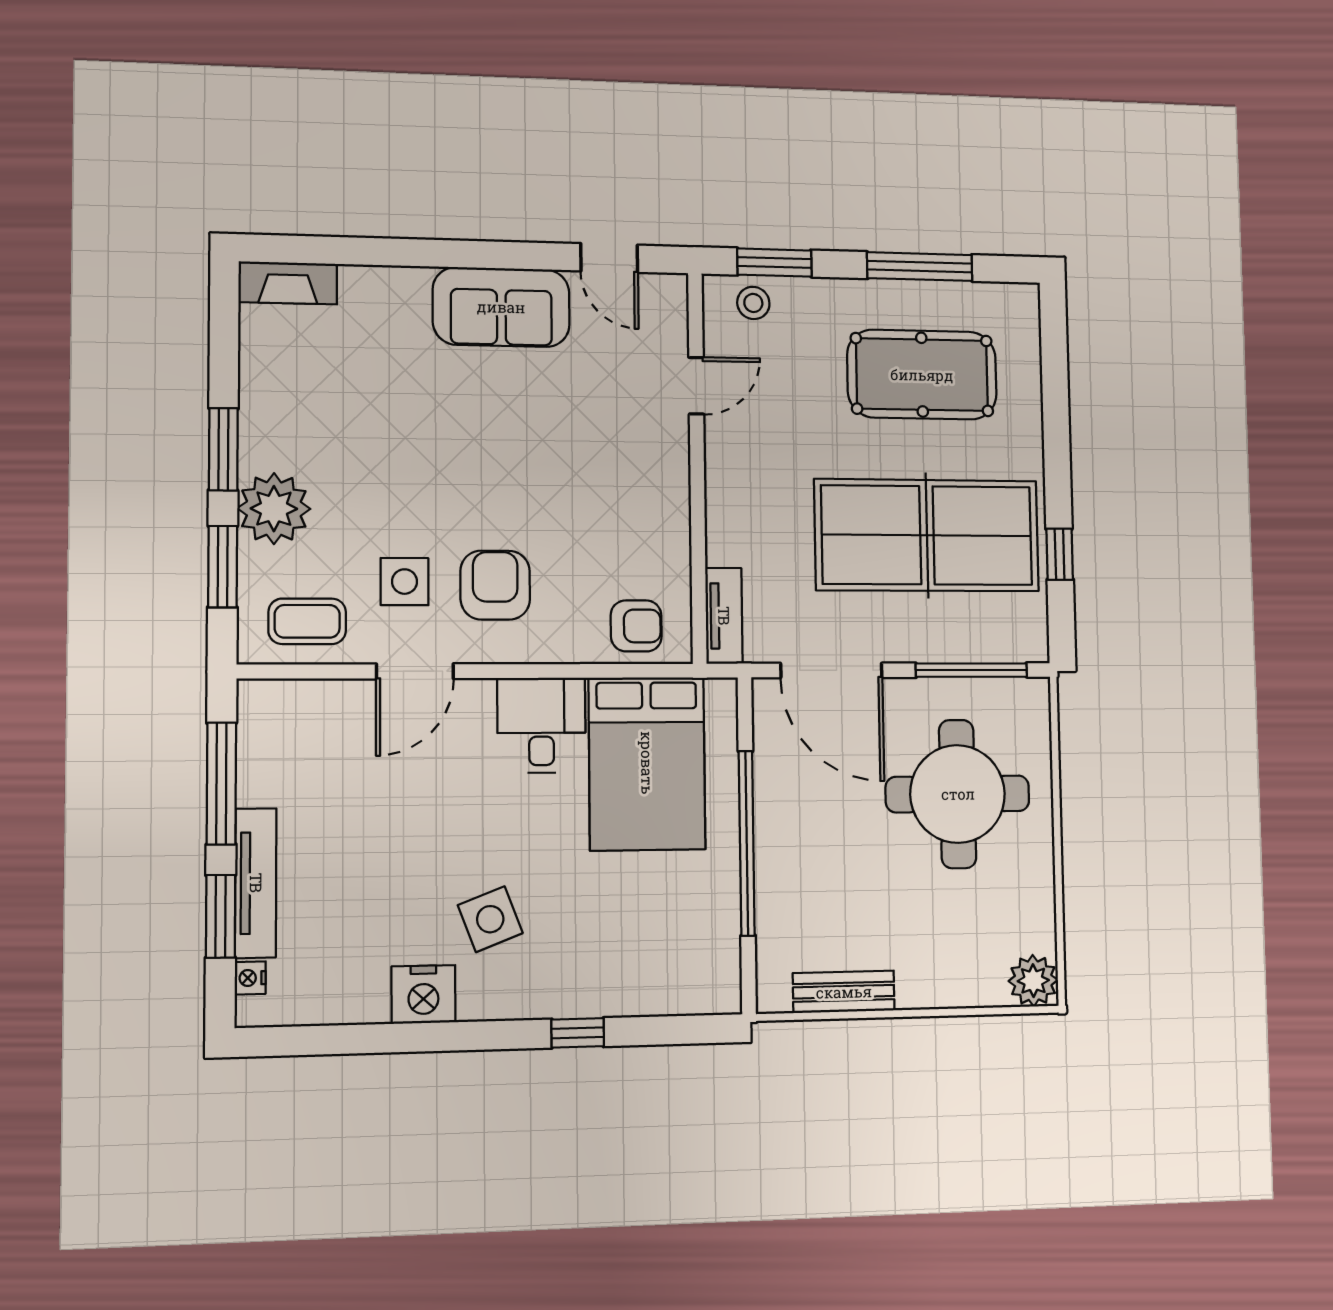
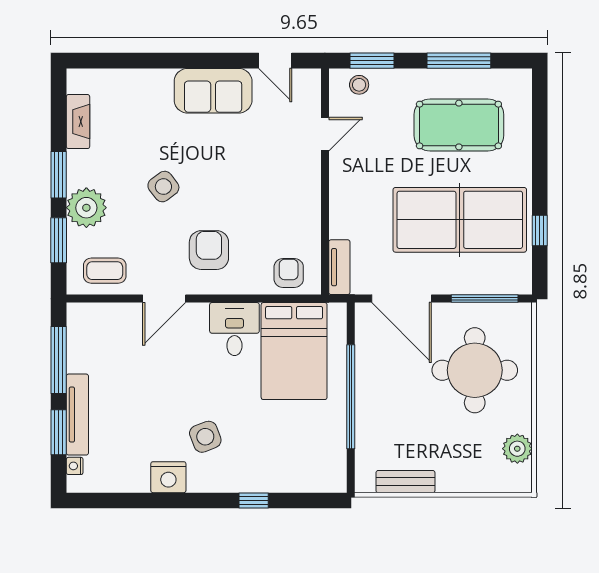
fireplace: (288, 283) -> (78, 122), moved, turned -90
side table: (405, 582) -> (163, 187), moved, turned -37
armchair: (636, 626) -> (289, 273), turned -90
plant: (1033, 981) -> (517, 449), moved

